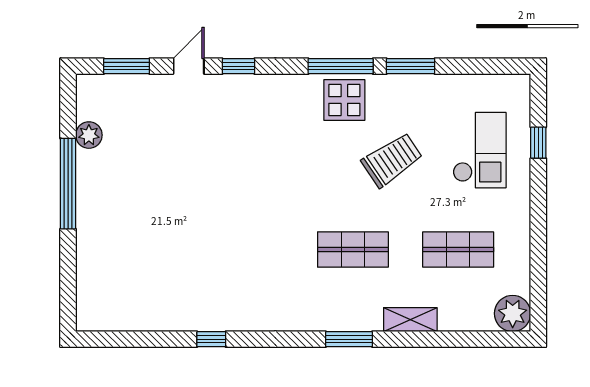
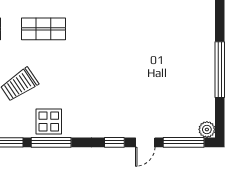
window: (127, 66) -> (184, 142), width x1.44
plant: (89, 135) -> (207, 129), moved

